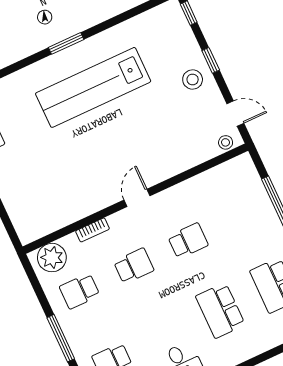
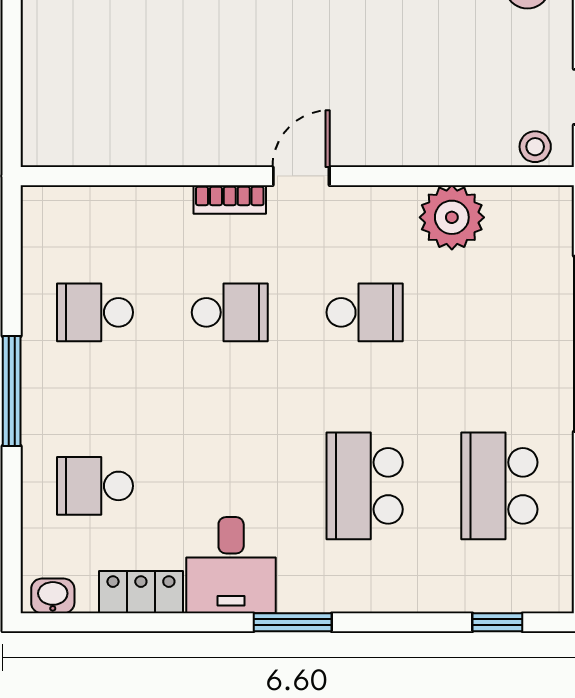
bookcase: (93, 230) -> (230, 199), moved
plant: (52, 258) -> (452, 217), moved

